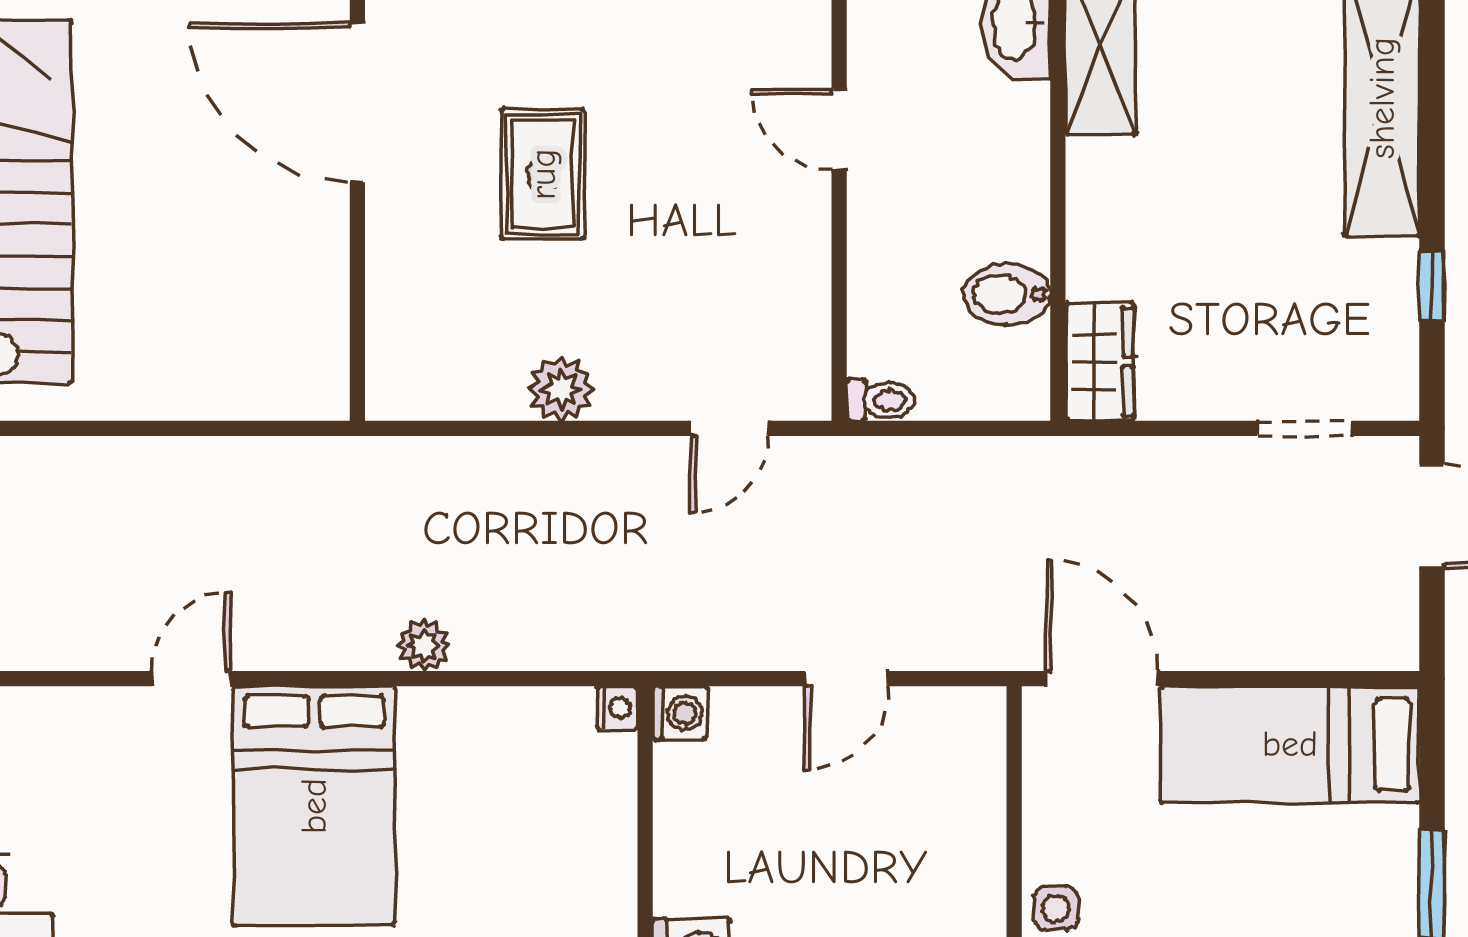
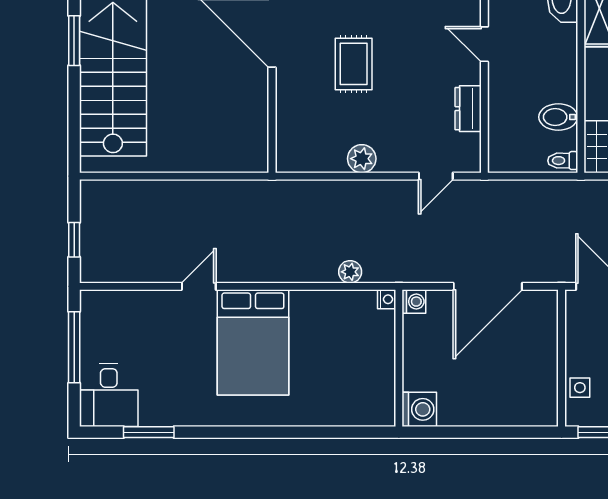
dresser: (802, 275) -> (468, 109), added
toilet: (880, 400) -> (563, 161), moved, turned 180
plant: (424, 645) -> (350, 272), moved
door: (847, 679) -> (488, 286), width x1.88

